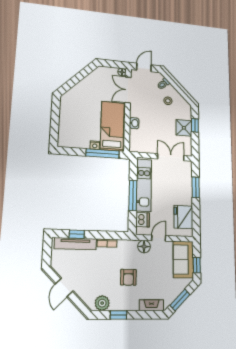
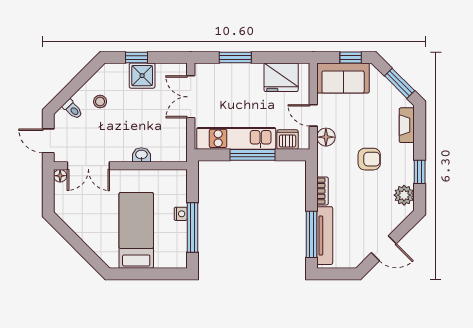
bed: (112, 126) -> (136, 230), moved, turned 90
window: (103, 154) -> (192, 228), moved
window: (77, 234) -> (311, 234), width x2.17

